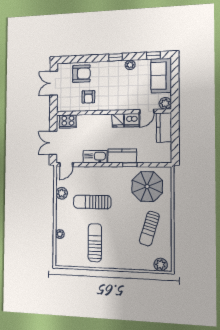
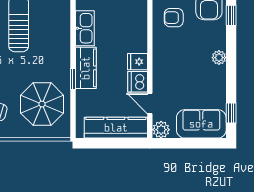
window: (115, 57) -> (231, 15), moved
plant: (130, 65) -> (219, 58), moved
kitchen counter: (164, 127) -> (116, 128), width x1.50

